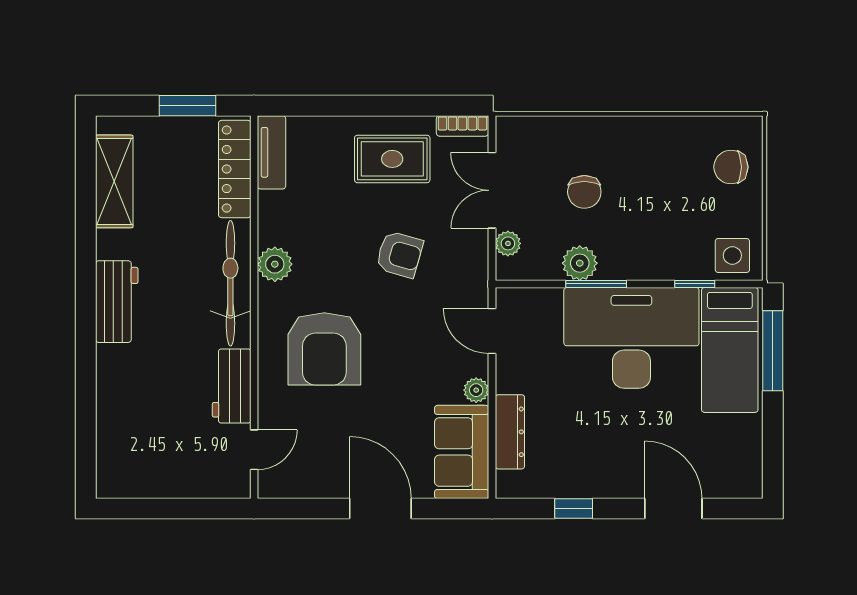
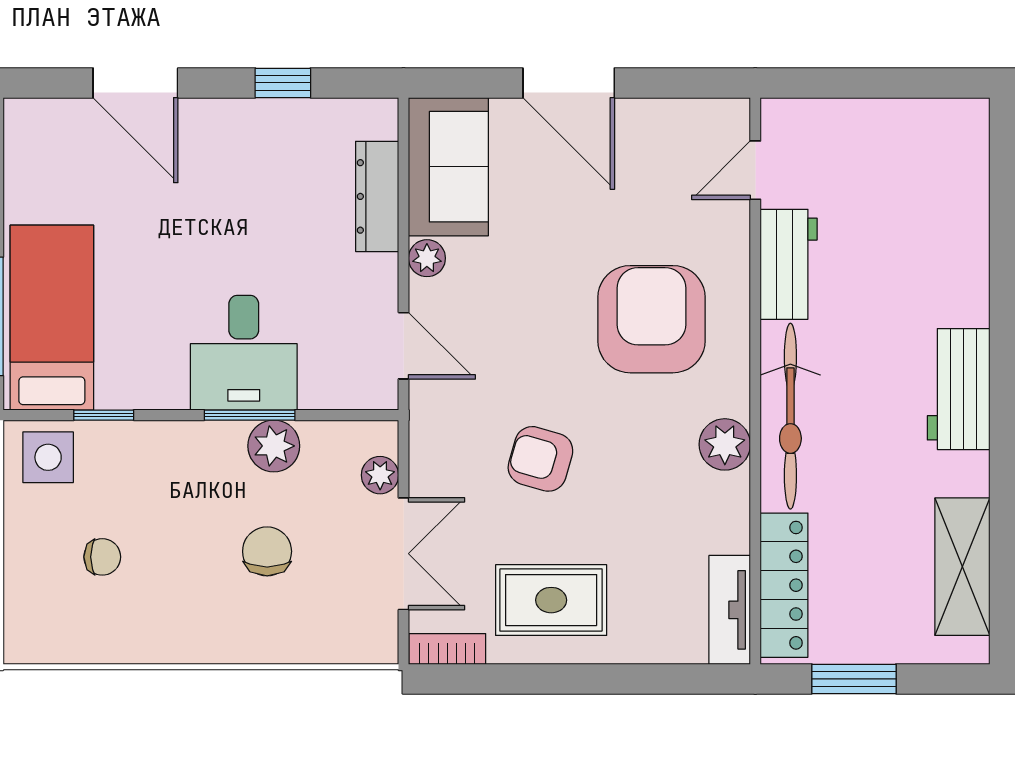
chair: (731, 167) -> (102, 557), moved, width x0.73, depth x0.73
desk: (631, 338) -> (244, 353), width x0.53, depth x0.77

